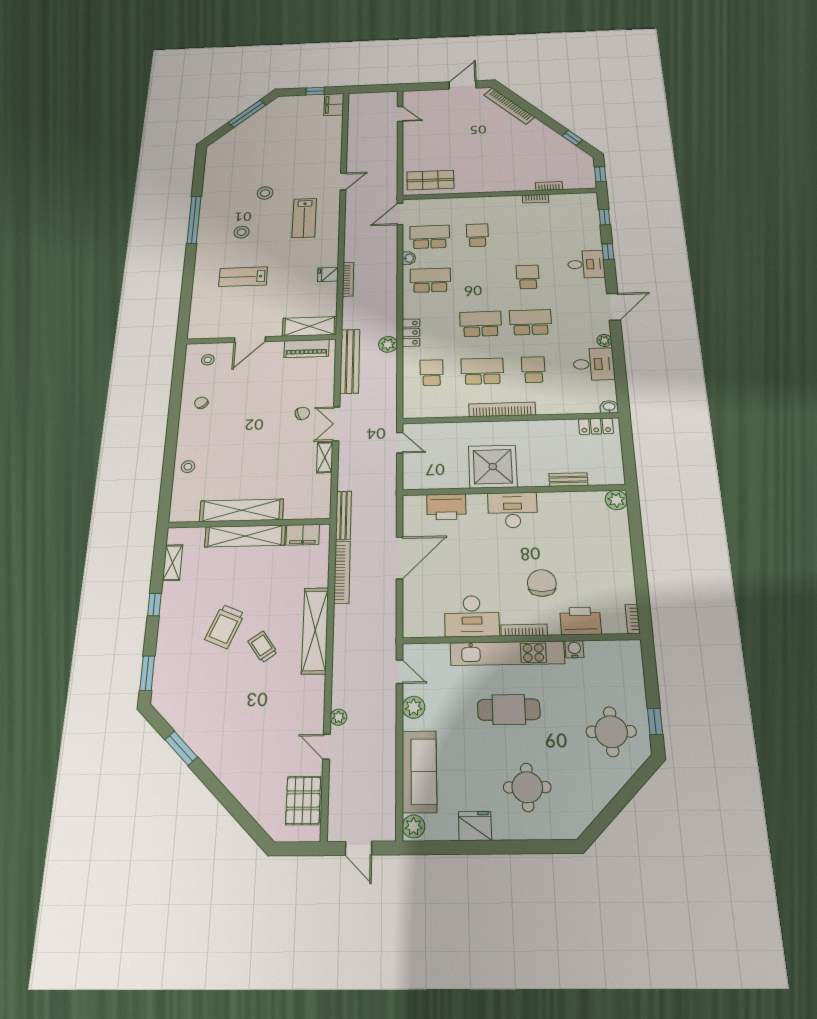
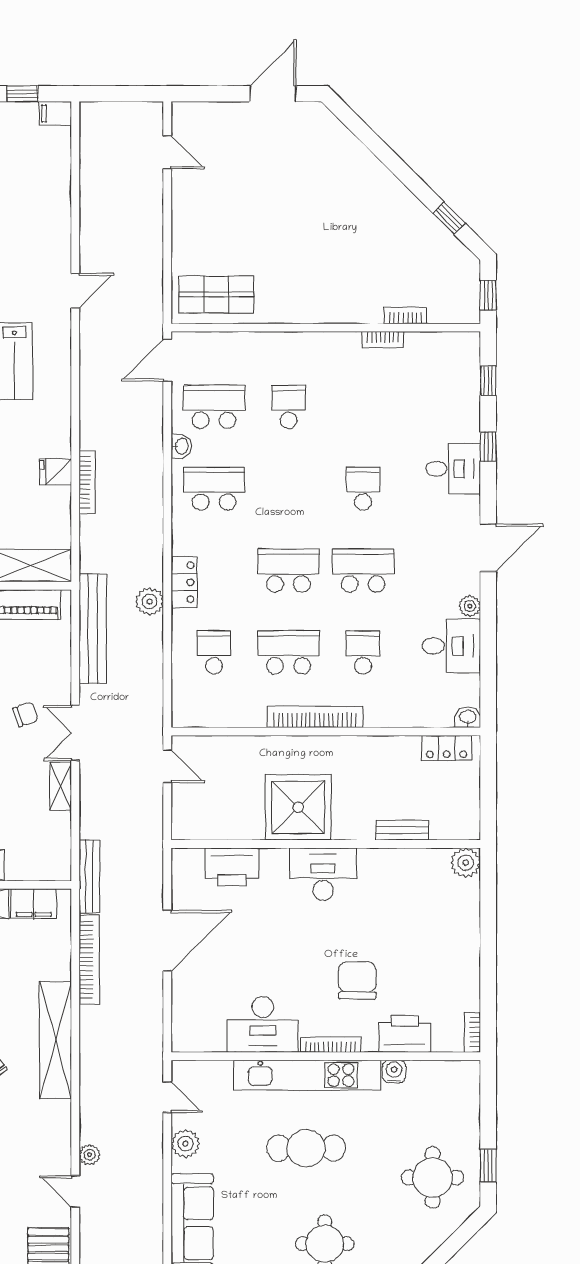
filing cabinet: (334, 105) -> (55, 113), width x0.50
bookcase: (509, 106) -> (349, 145), removed

